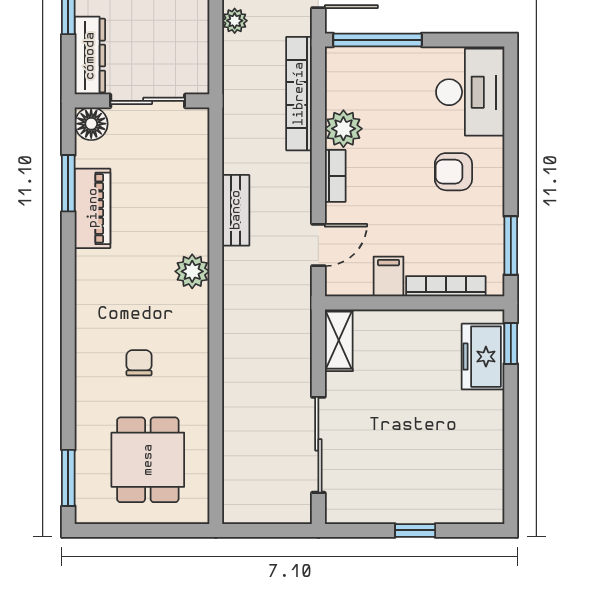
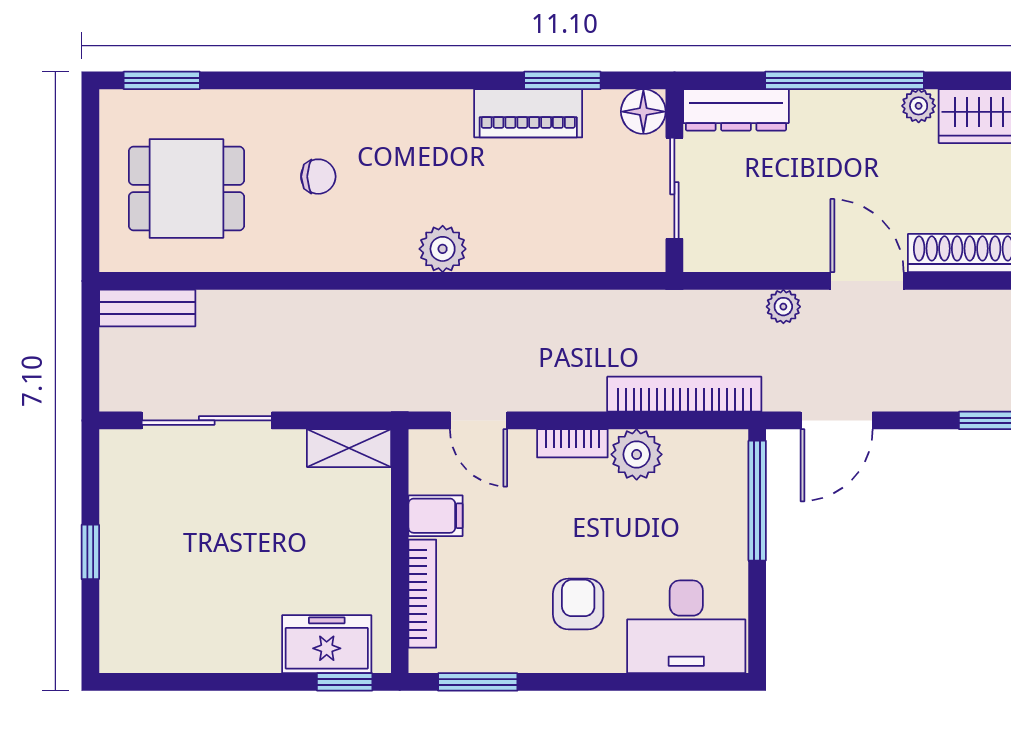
bench: (236, 210) -> (147, 308), moved

